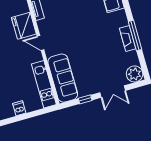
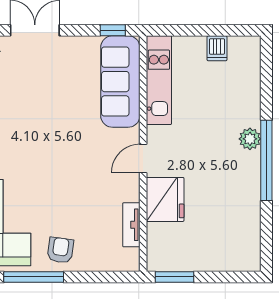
door: (41, 43) -> (143, 159), swing flipped
window: (85, 99) -> (113, 30), moved

